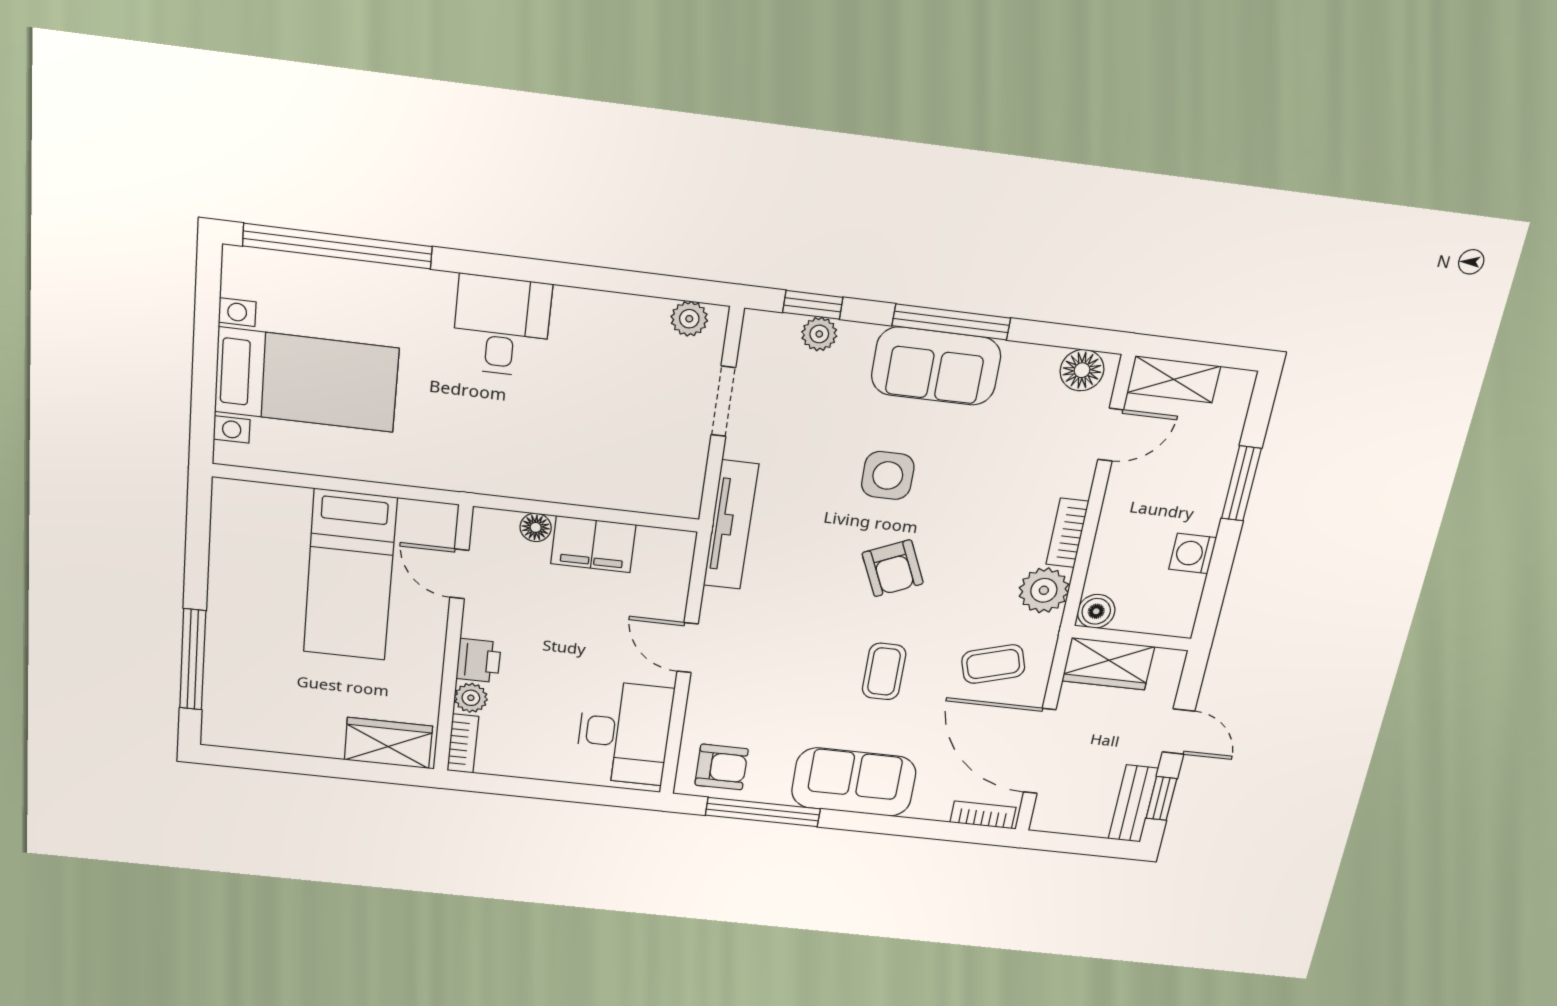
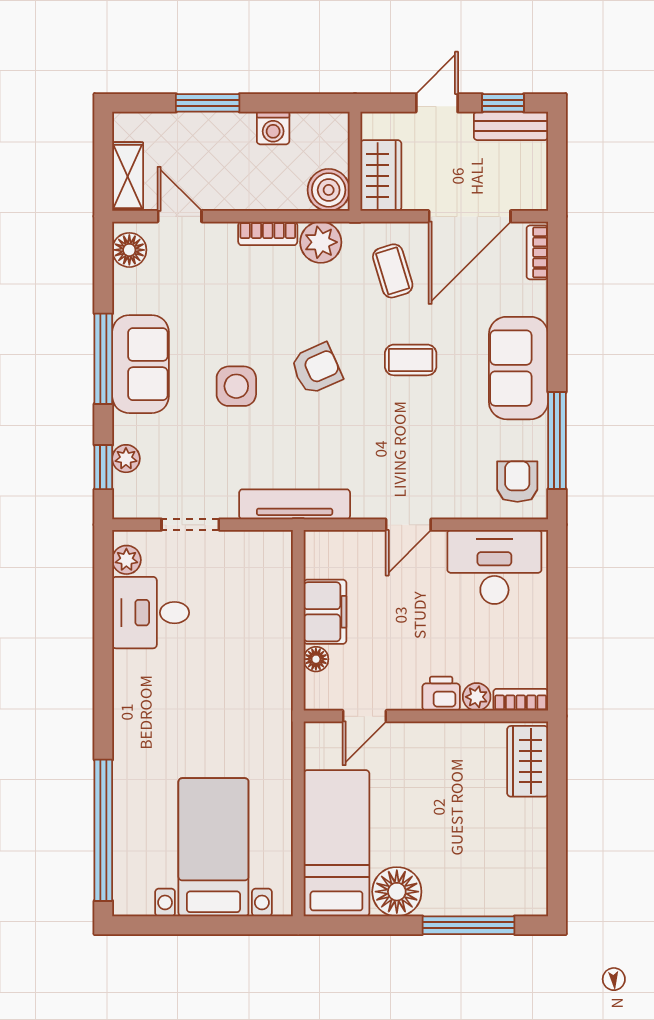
desk: (502, 326) -> (151, 613), moved
bed: (350, 575) -> (336, 843), moved, turned -90
floor lamp: (238, 586) -> (397, 892), added
boiler: (1096, 611) -> (329, 190), width x1.36, depth x1.36

